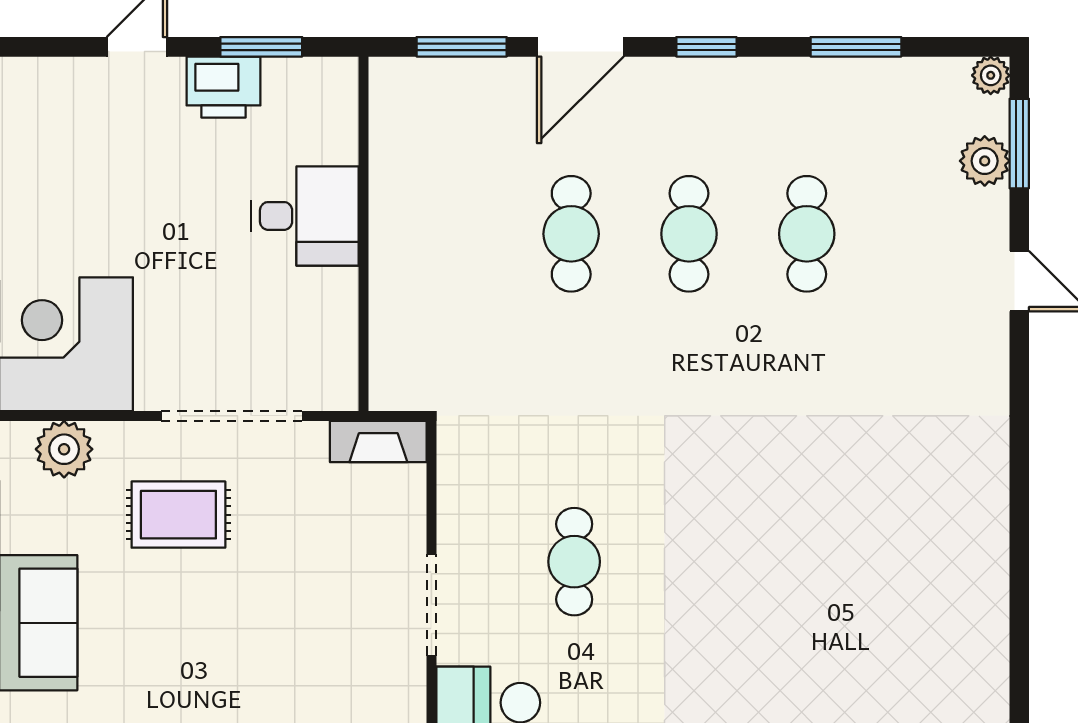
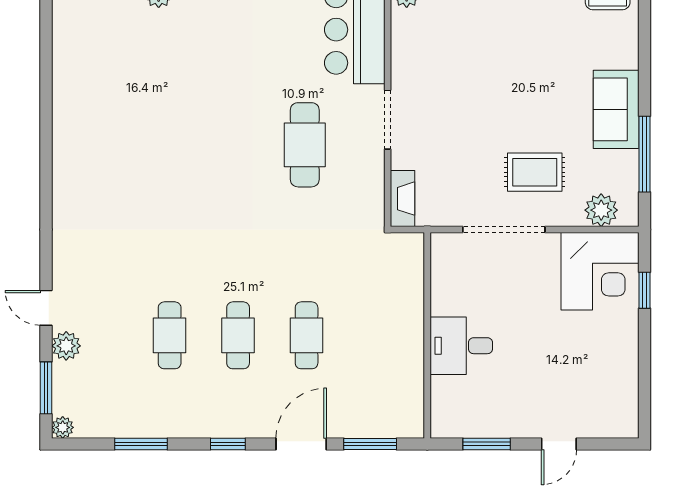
printer: (224, 87) -> (509, 421), removed
plant: (985, 161) -> (66, 346), moved
fireplace: (378, 441) -> (403, 199), moved, turned 90
cafe table: (574, 562) -> (305, 145), width x1.37, depth x1.35

